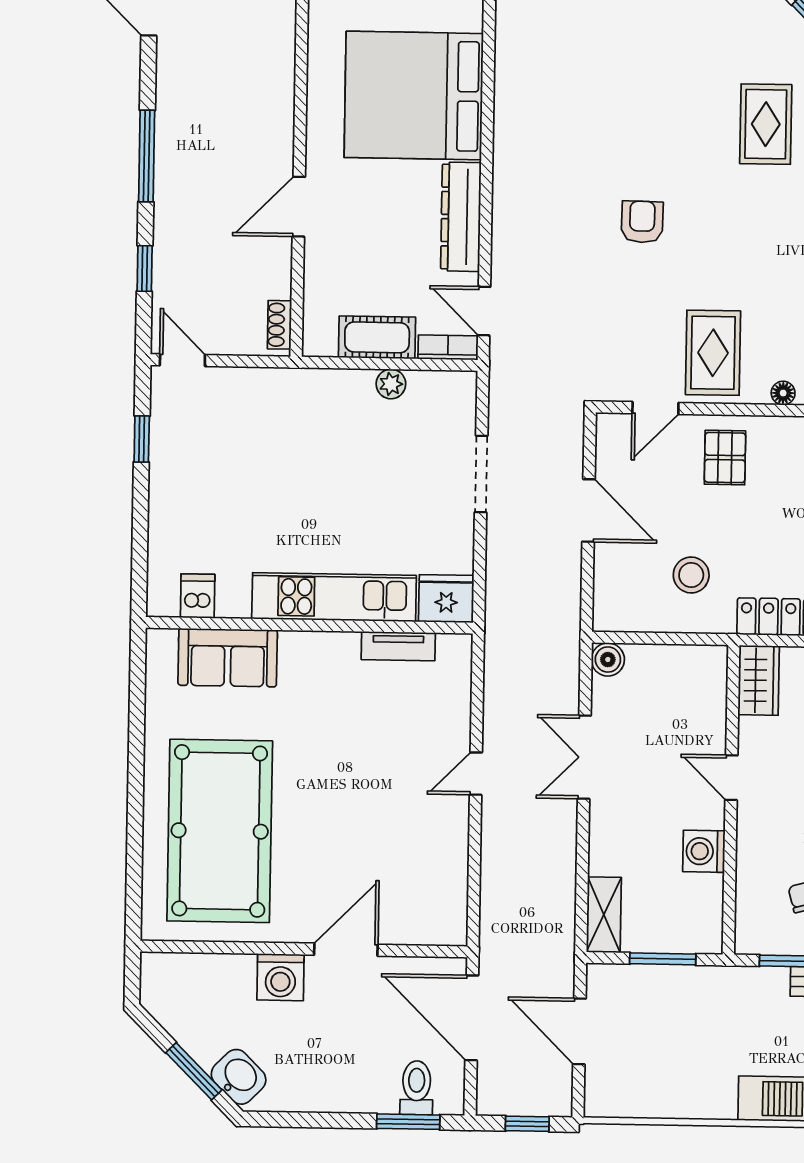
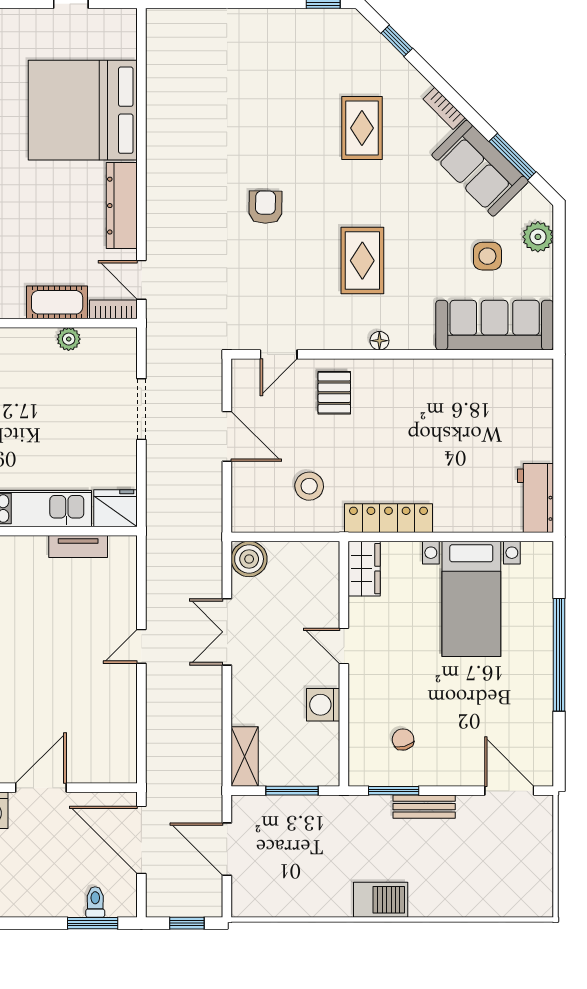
rug: (713, 353) -> (362, 261), moved
boiler: (608, 660) -> (249, 559), width x1.36, depth x1.36
toilet: (417, 1088) -> (95, 902), width x0.73, depth x0.72

